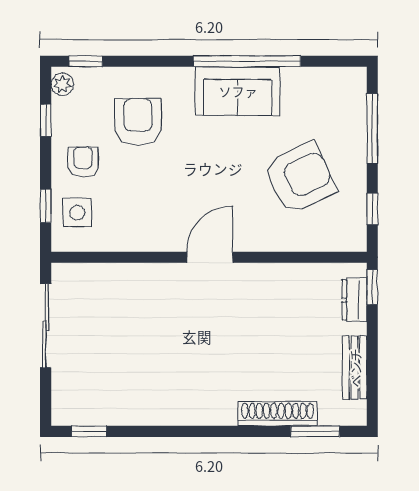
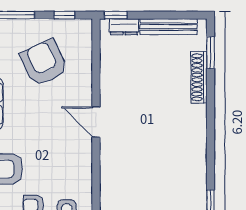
bench: (355, 368) -> (169, 27), width x1.36

